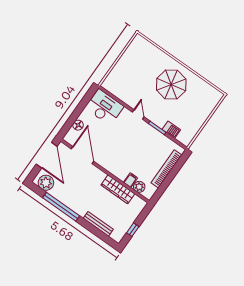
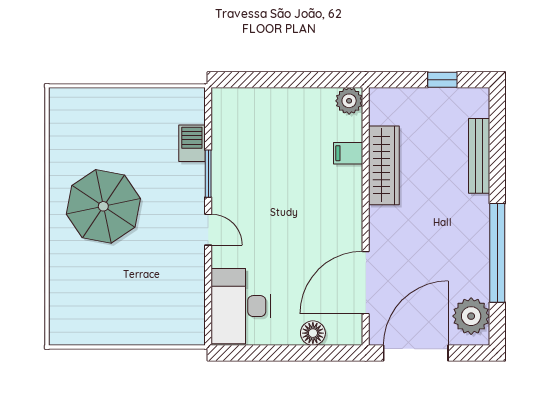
door: (138, 114) -> (208, 230), swing flipped
bookcase: (166, 169) -> (276, 98), removed
plant: (139, 187) -> (349, 101), moved

